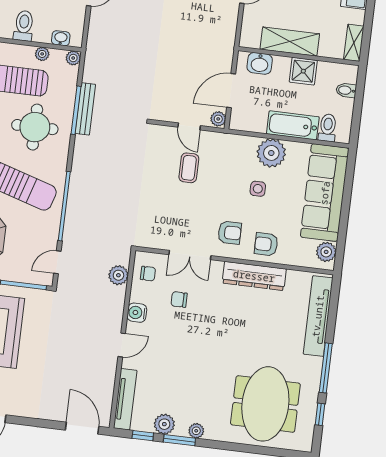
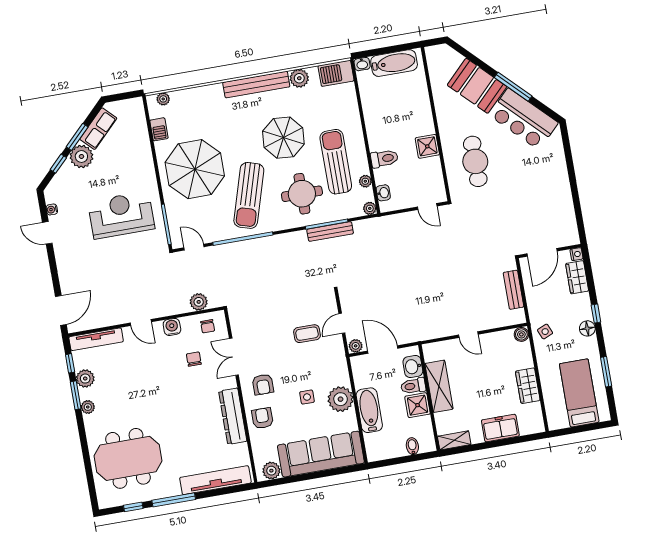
toilet: (328, 128) -> (413, 386), moved, turned 180

